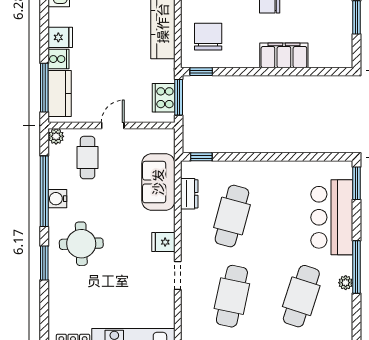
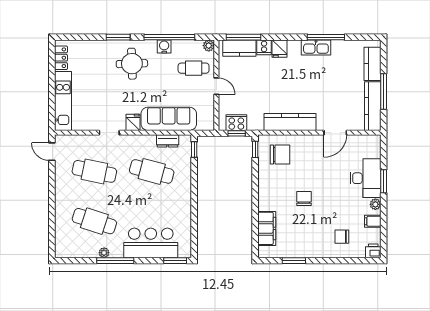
filing cabinet: (284, 55) -> (267, 228), moved
window: (179, 97) -> (237, 133), width x0.67
sofa: (158, 182) -> (169, 119), width x1.36

